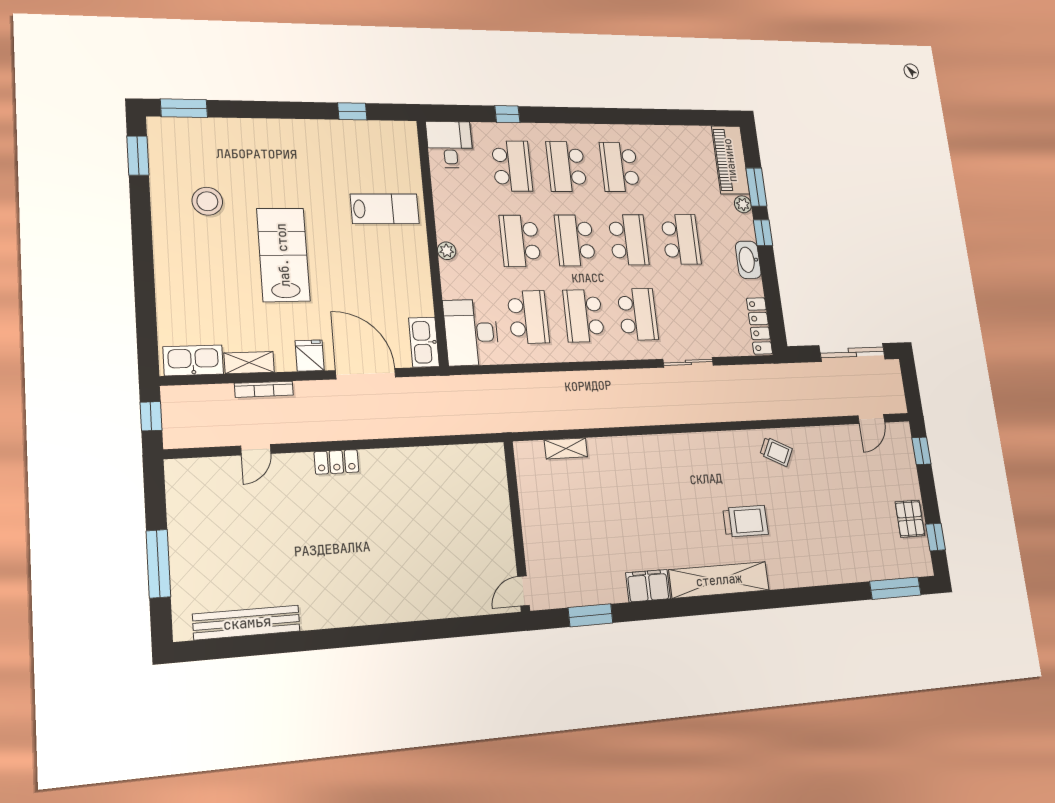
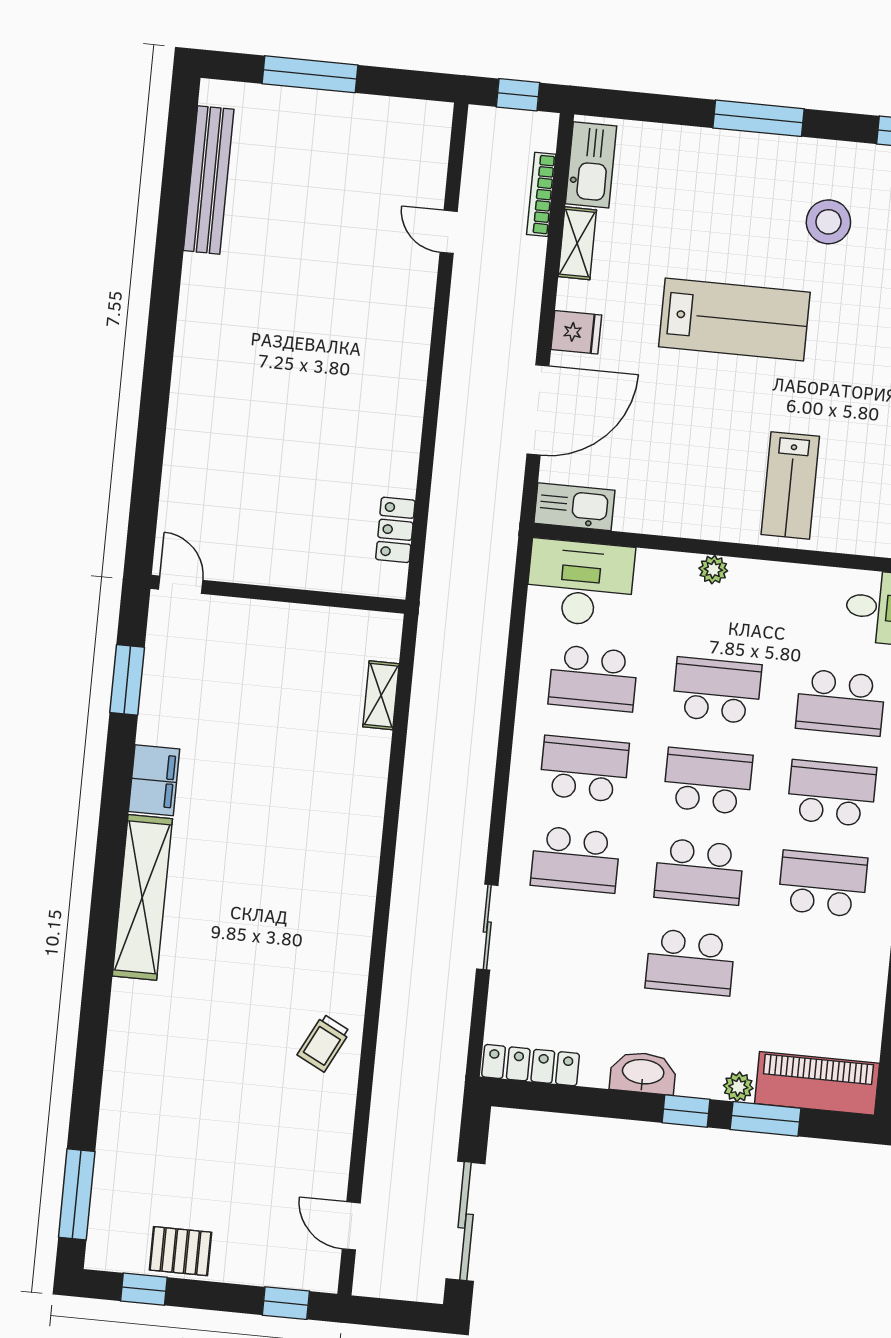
window: (143, 253) -> (759, 118), added
bookcase: (264, 389) -> (541, 194), moved
locker: (336, 462) -> (395, 530), moved
trolley: (746, 521) -> (224, 963), removed

